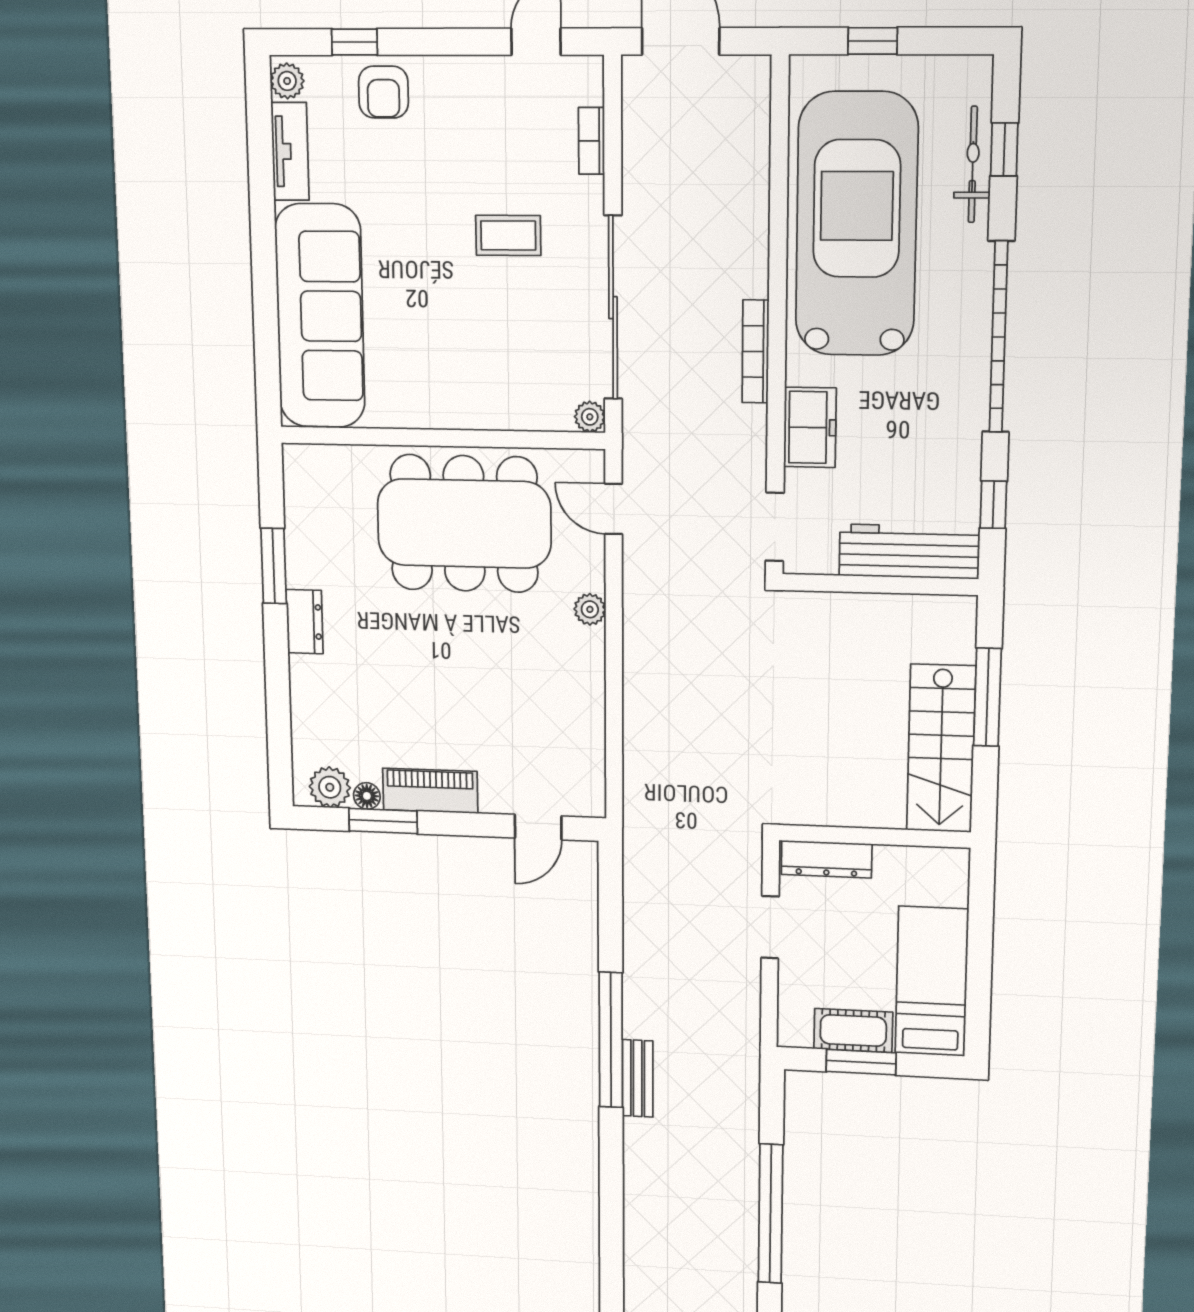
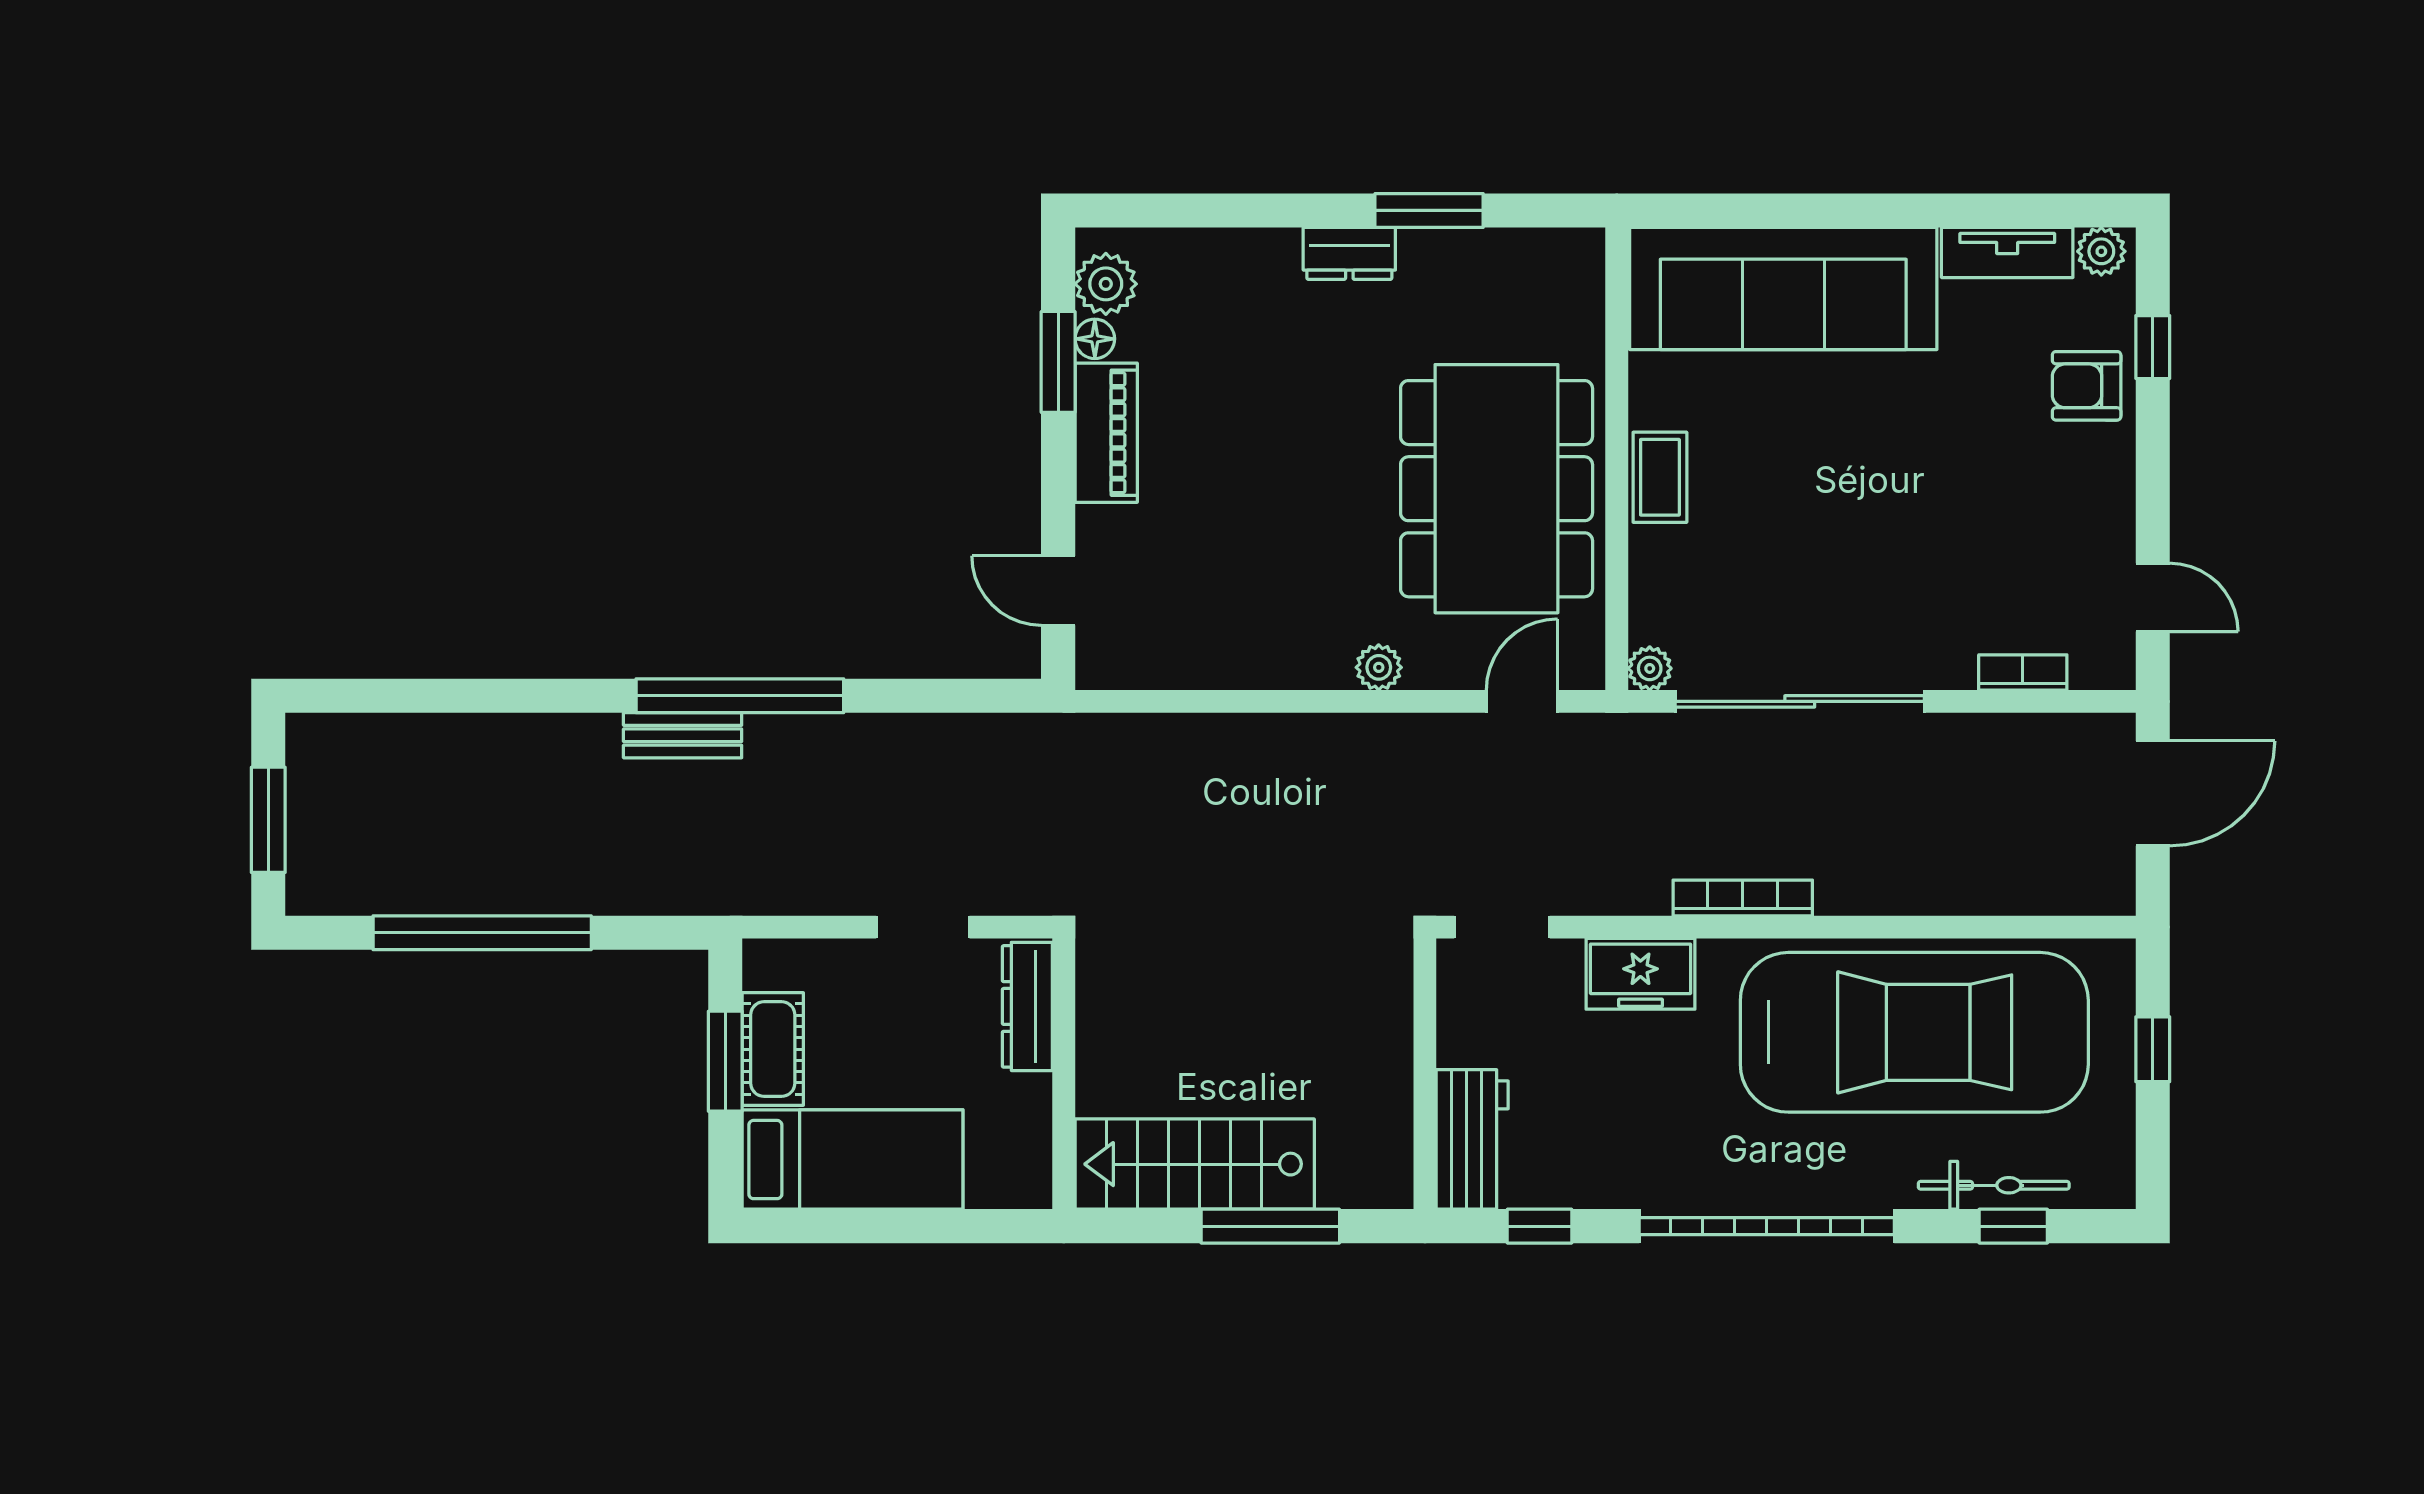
coffee table: (508, 235) -> (1660, 477), moved
workbench: (909, 551) -> (1472, 1139), width x0.73

